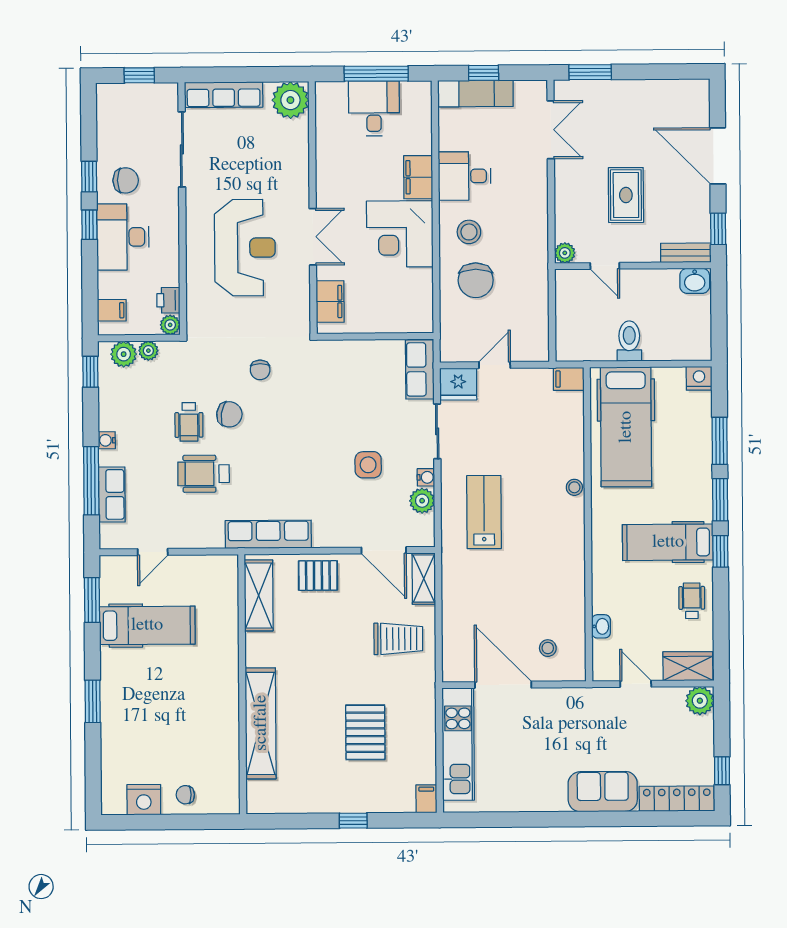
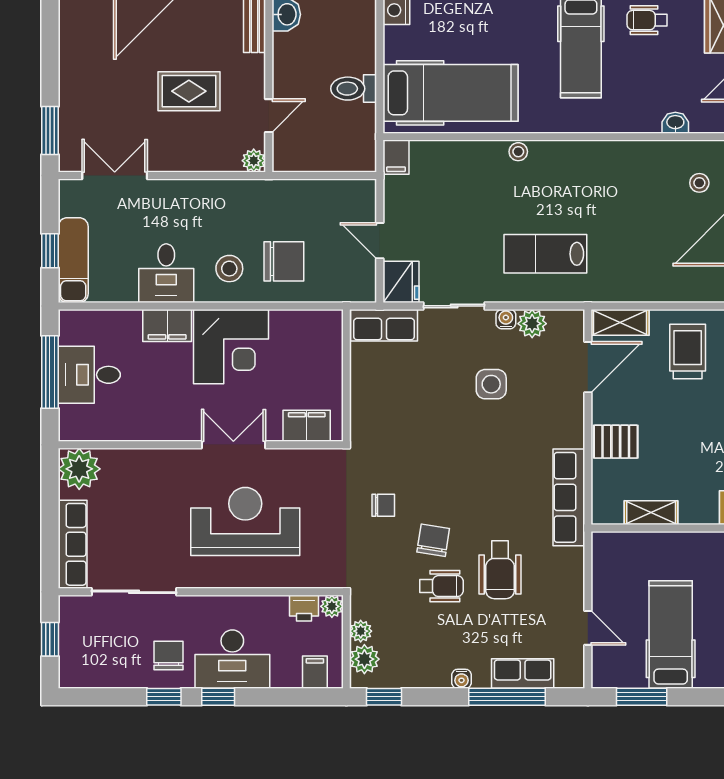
pallet: (318, 576) -> (616, 442), turned 90
shelving: (259, 595) -> (651, 513), width x0.67, depth x0.75

